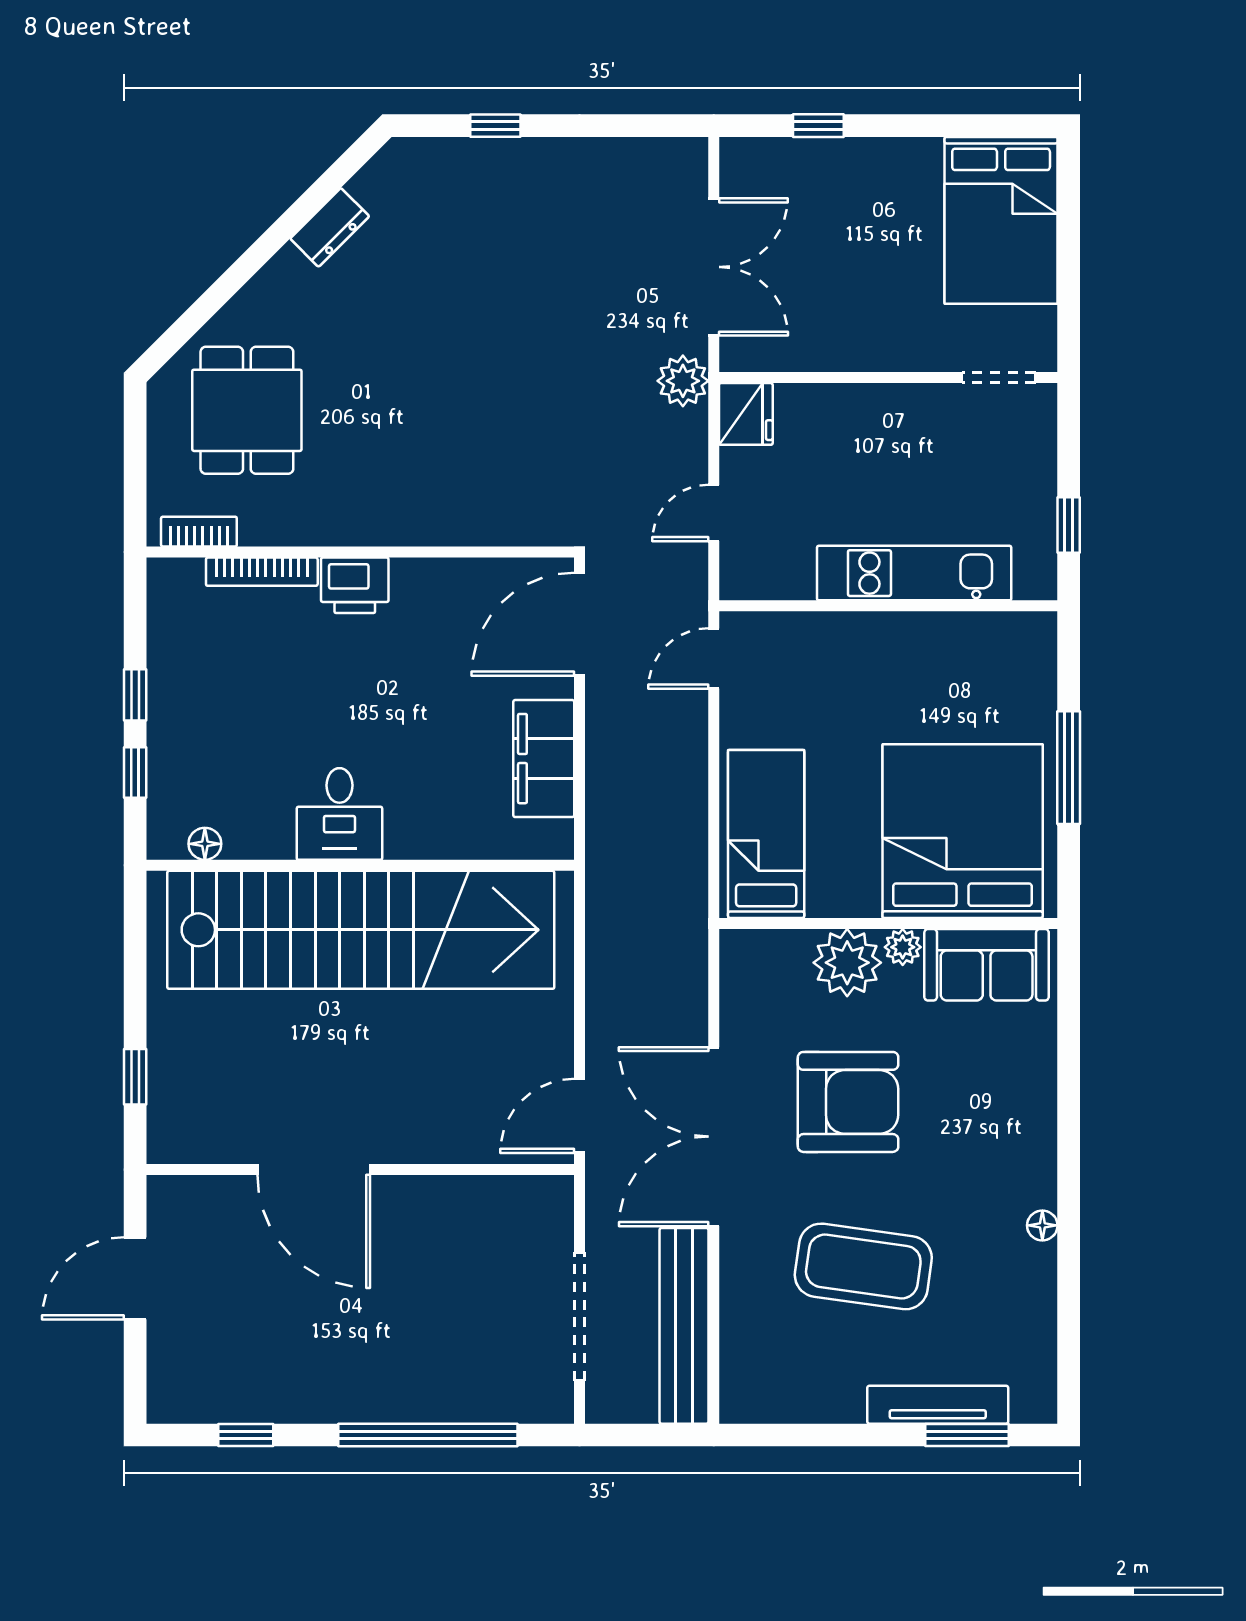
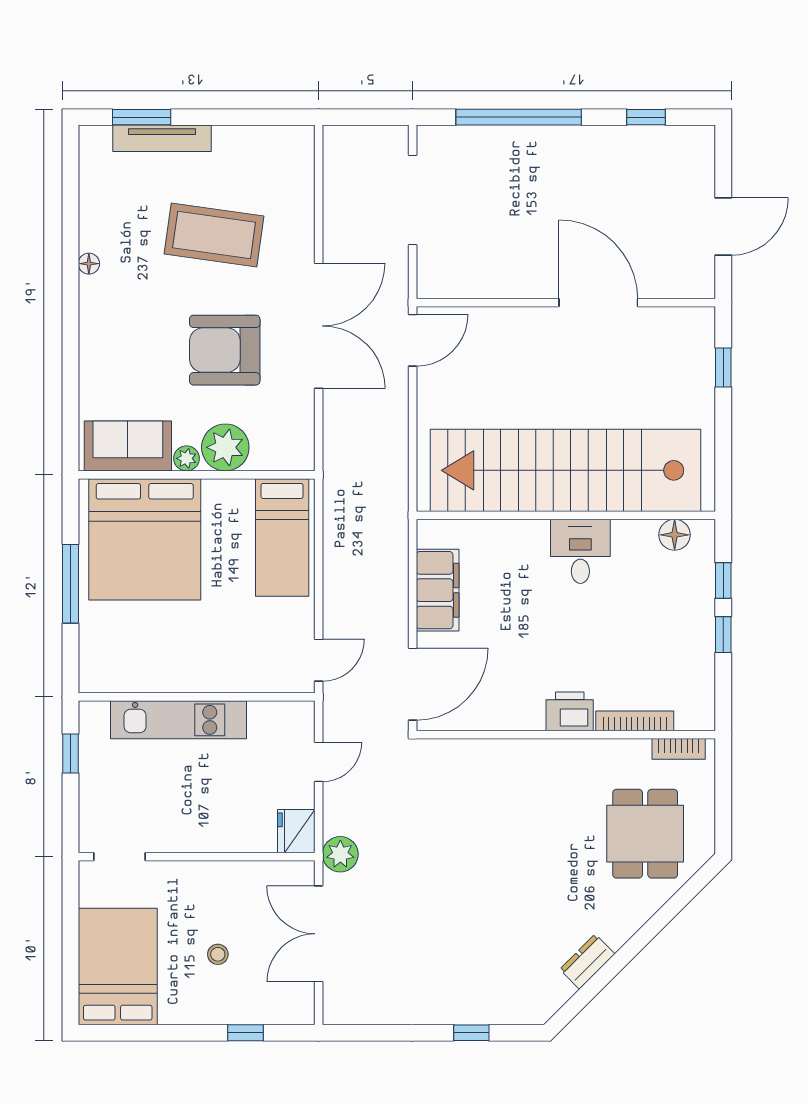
stool: (858, 238) -> (218, 954), added
floor lamp: (205, 844) -> (675, 535), width x1.37, depth x1.37
bench: (684, 1326) -> (339, 193), removed

